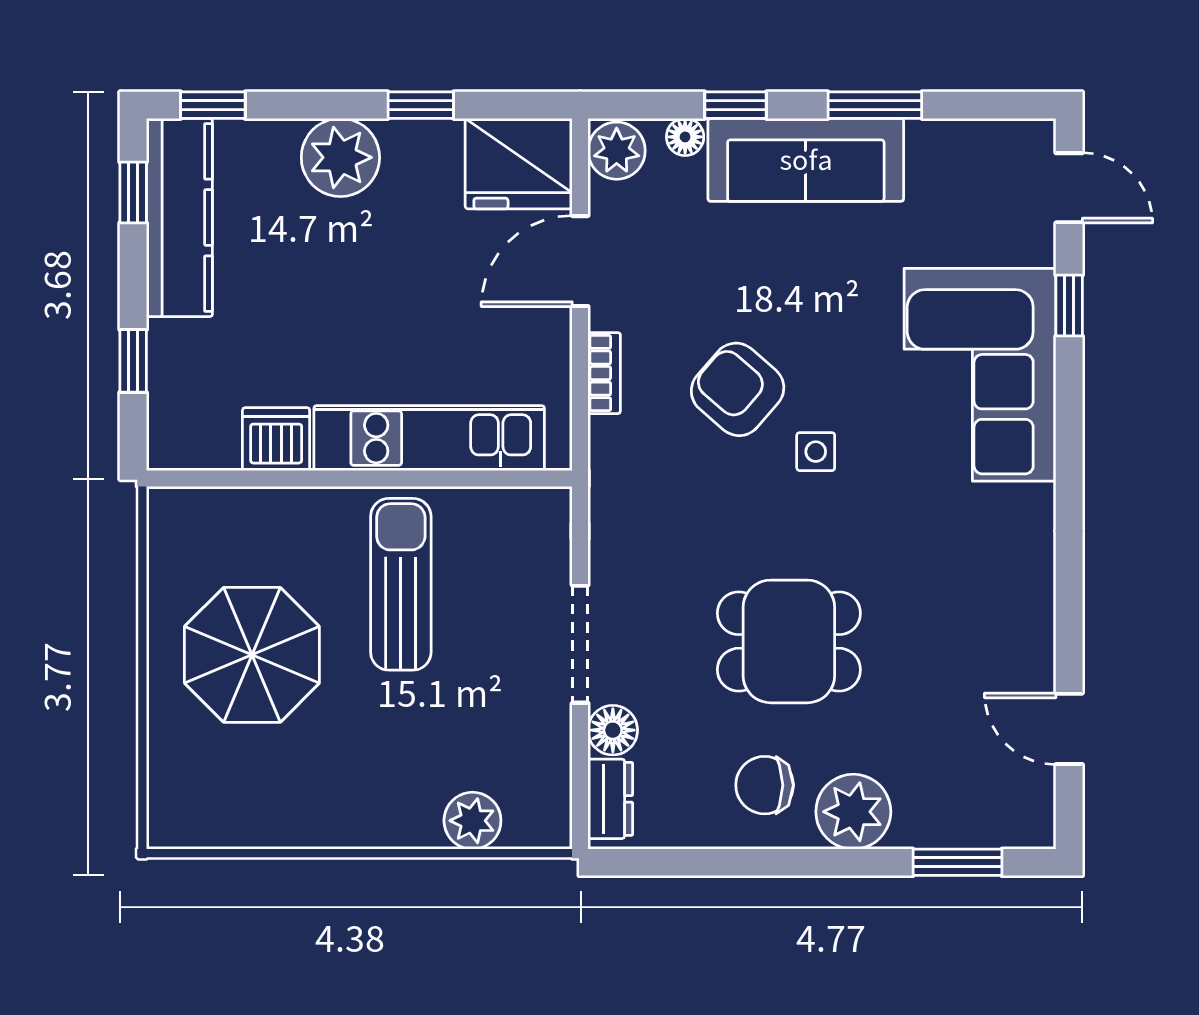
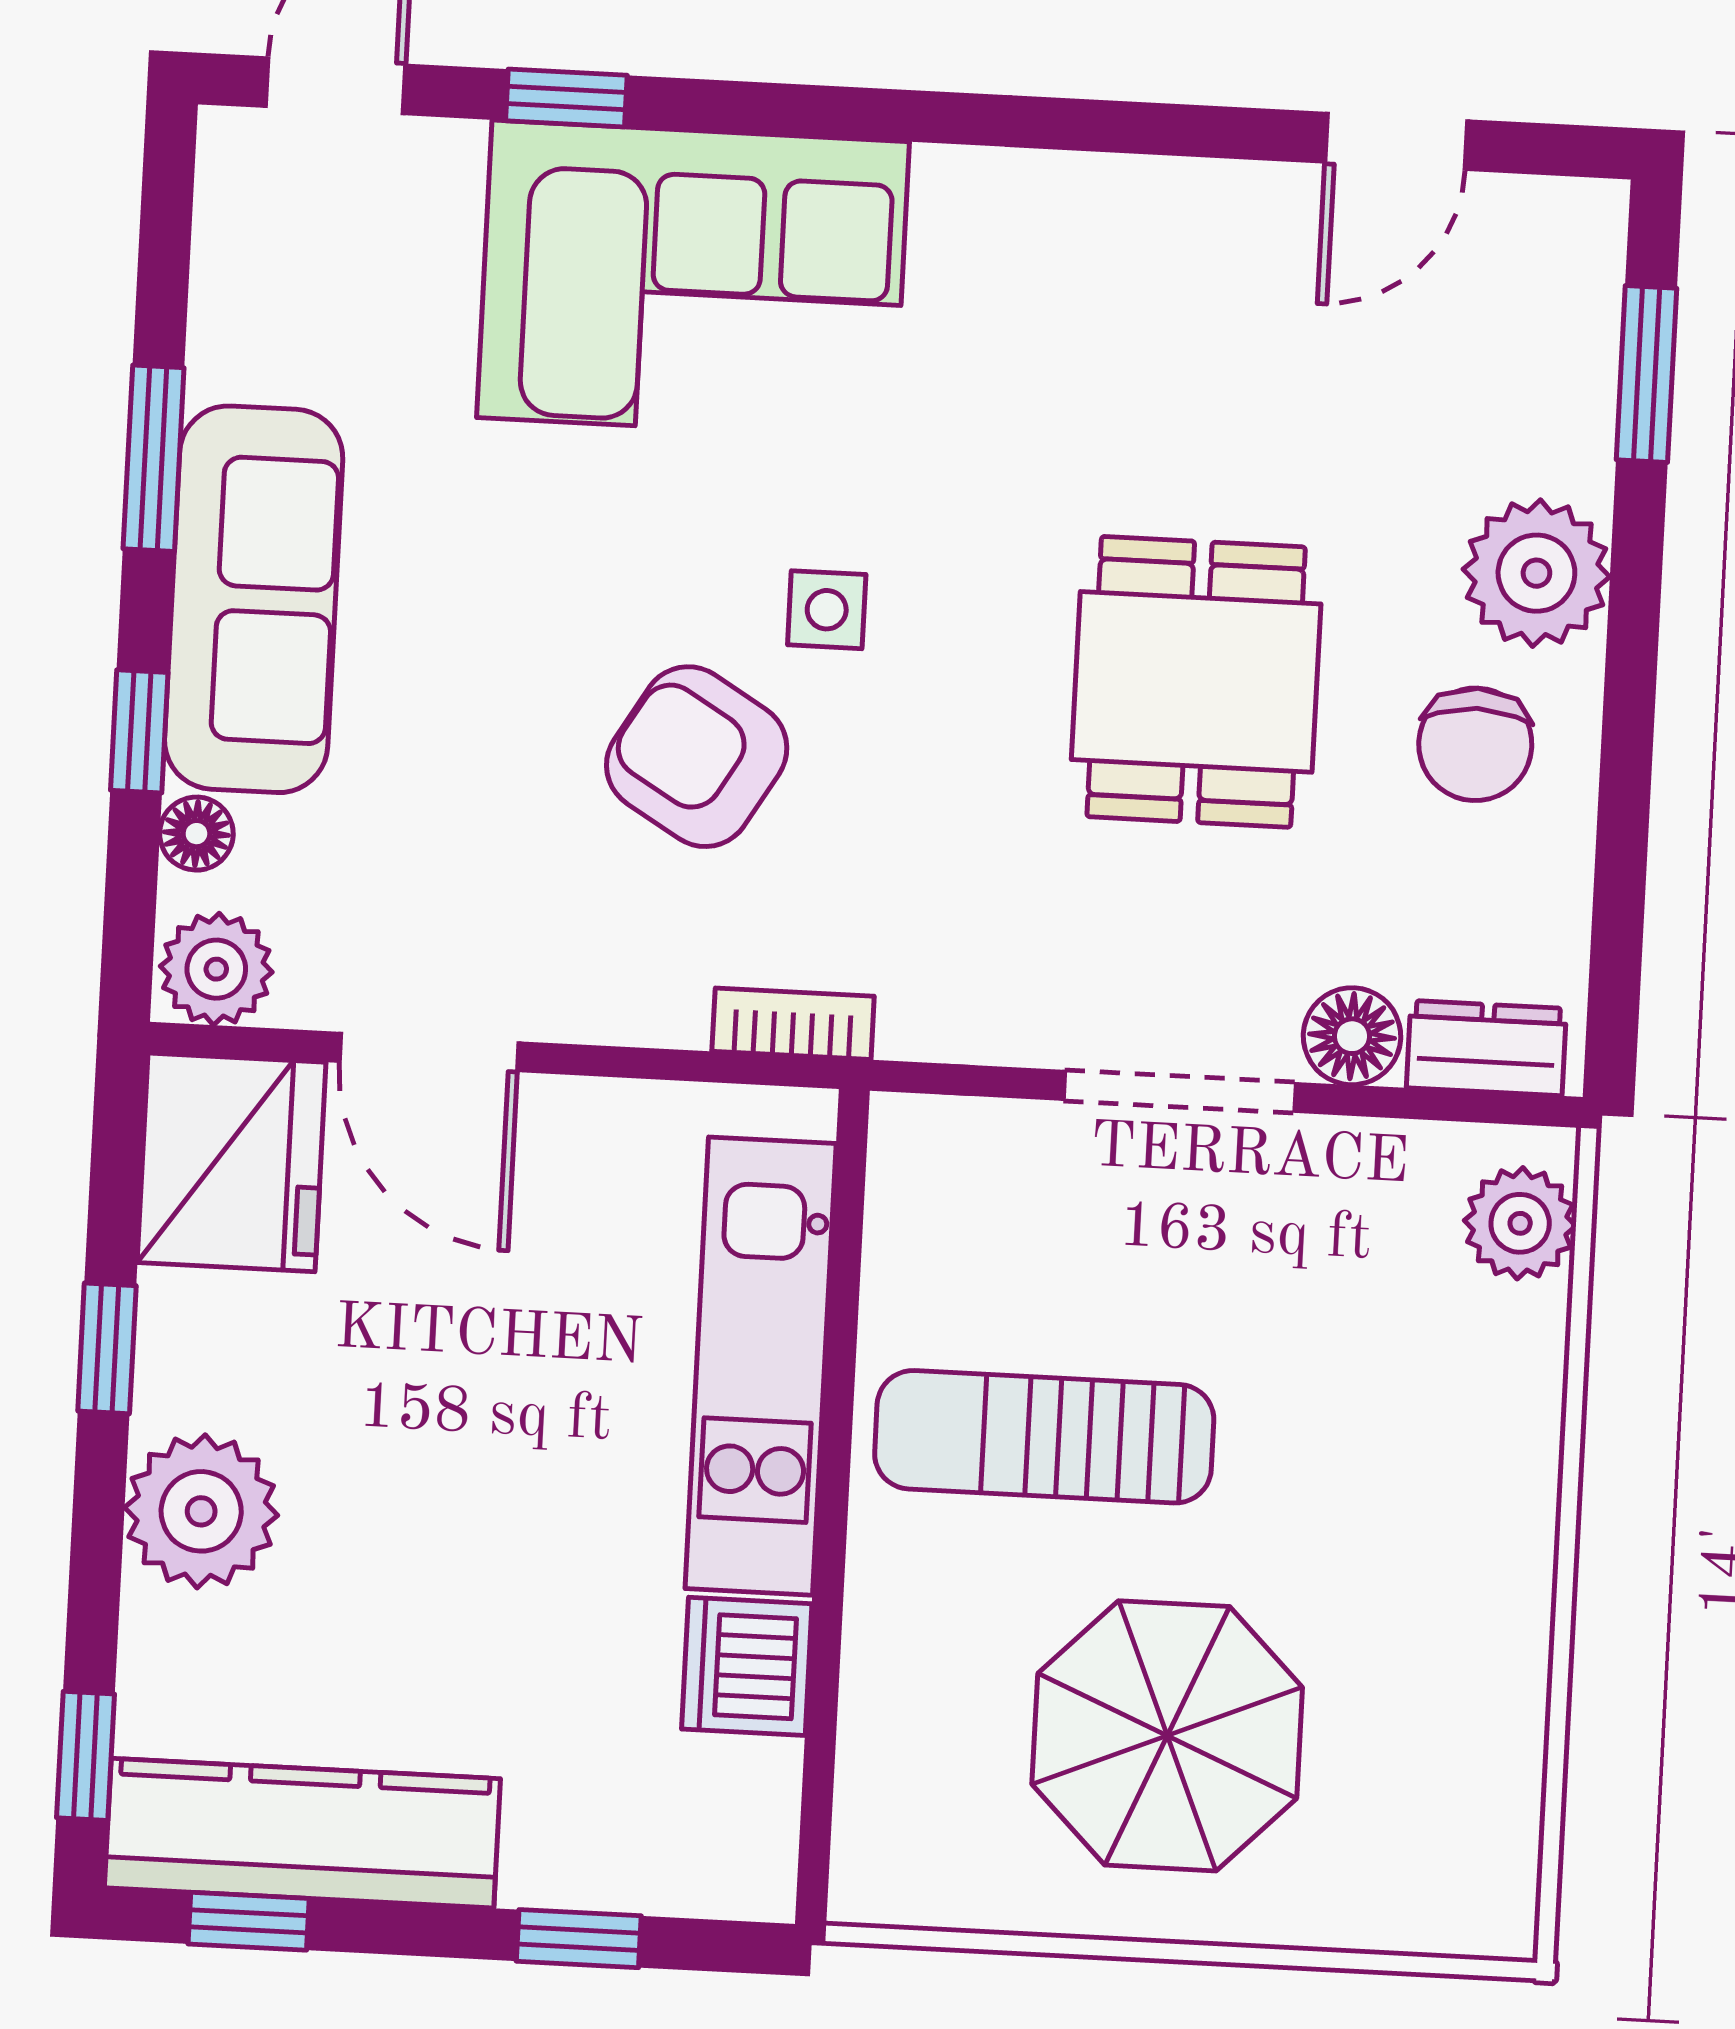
bookcase: (604, 373) -> (793, 1024), moved
armchair: (738, 389) -> (697, 757), turned 80
plant: (472, 821) -> (1520, 1223), moved

